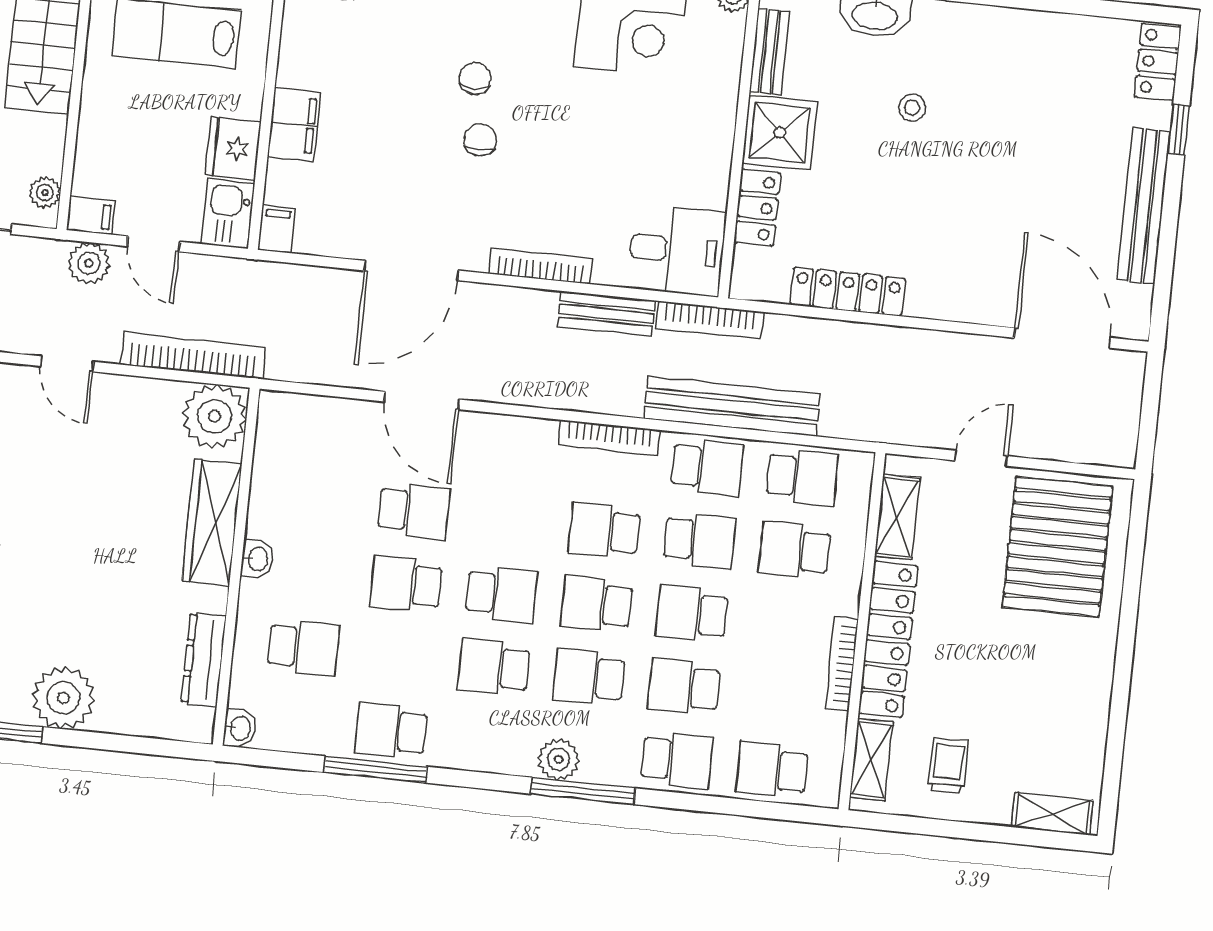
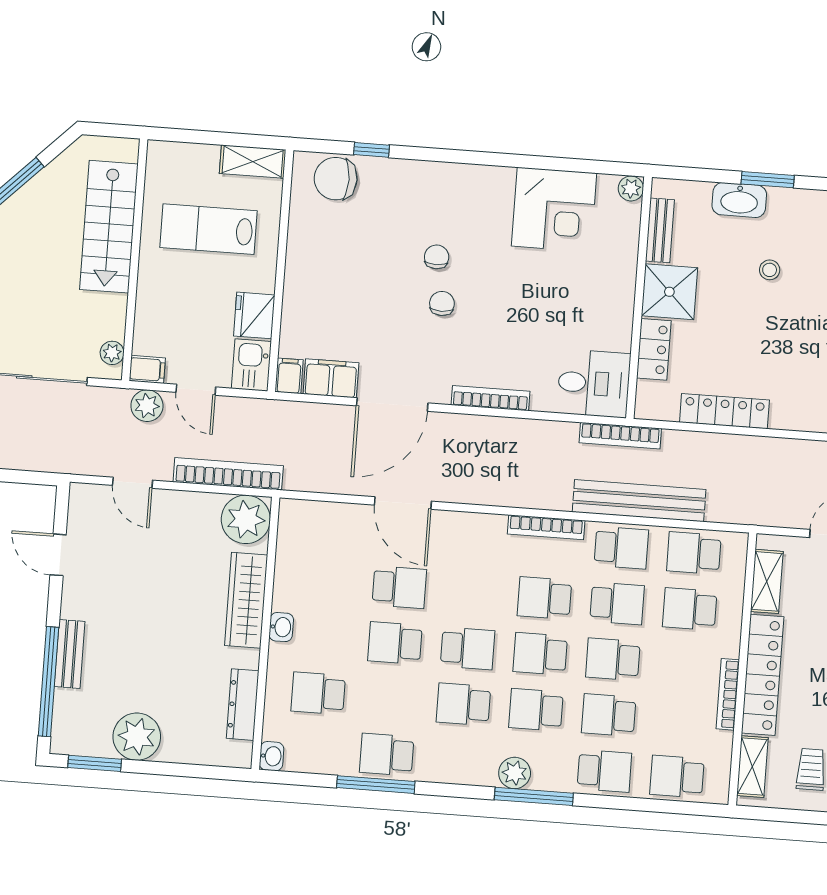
filing cabinet: (294, 124) -> (331, 378), moved, turned -90
bench: (606, 314) -> (541, 433), removed
school desk: (802, 477) -> (694, 553), turned 180
school desk: (303, 648) -> (318, 693), turned 180

